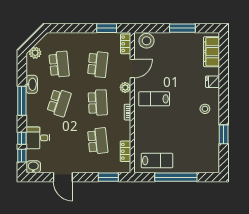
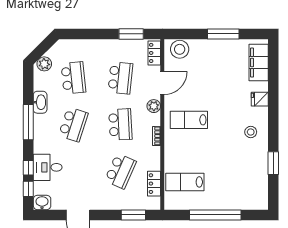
school desk: (98, 141) -> (120, 171), turned 30
lab bench: (157, 161) -> (185, 182), moved, turned 180

